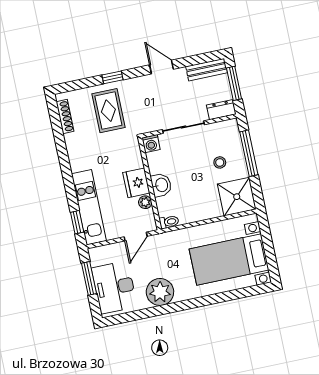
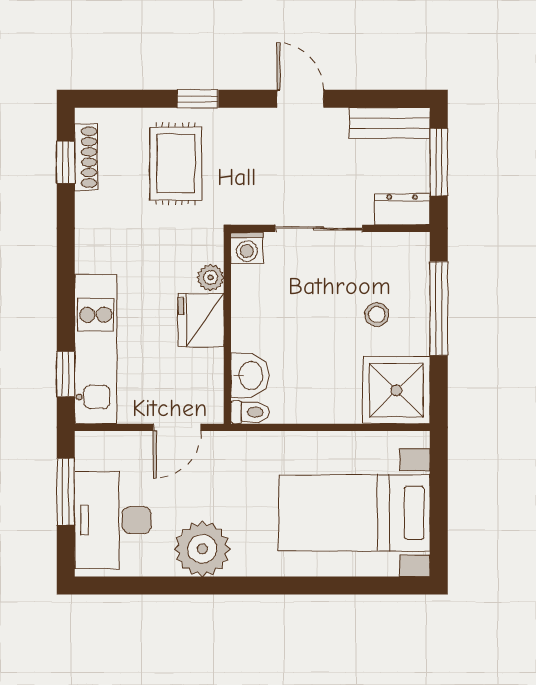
window: (56, 121) -> (66, 162), added
washbasin: (161, 185) -> (250, 375), moved
plant: (145, 202) -> (211, 277), moved

